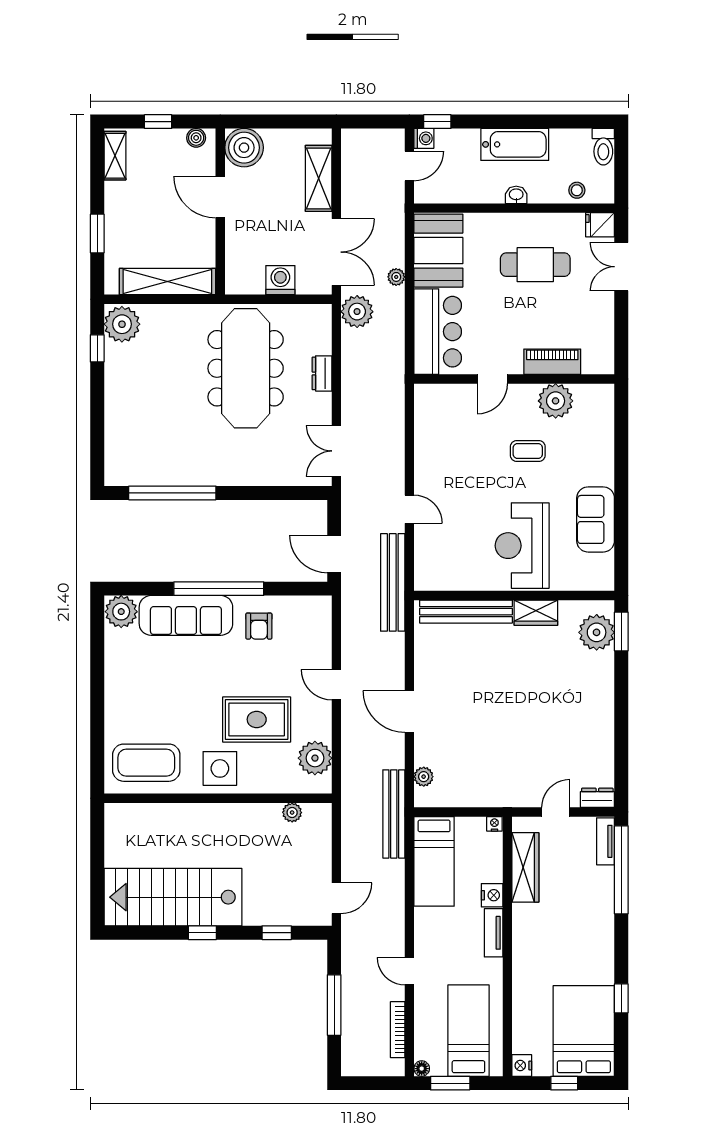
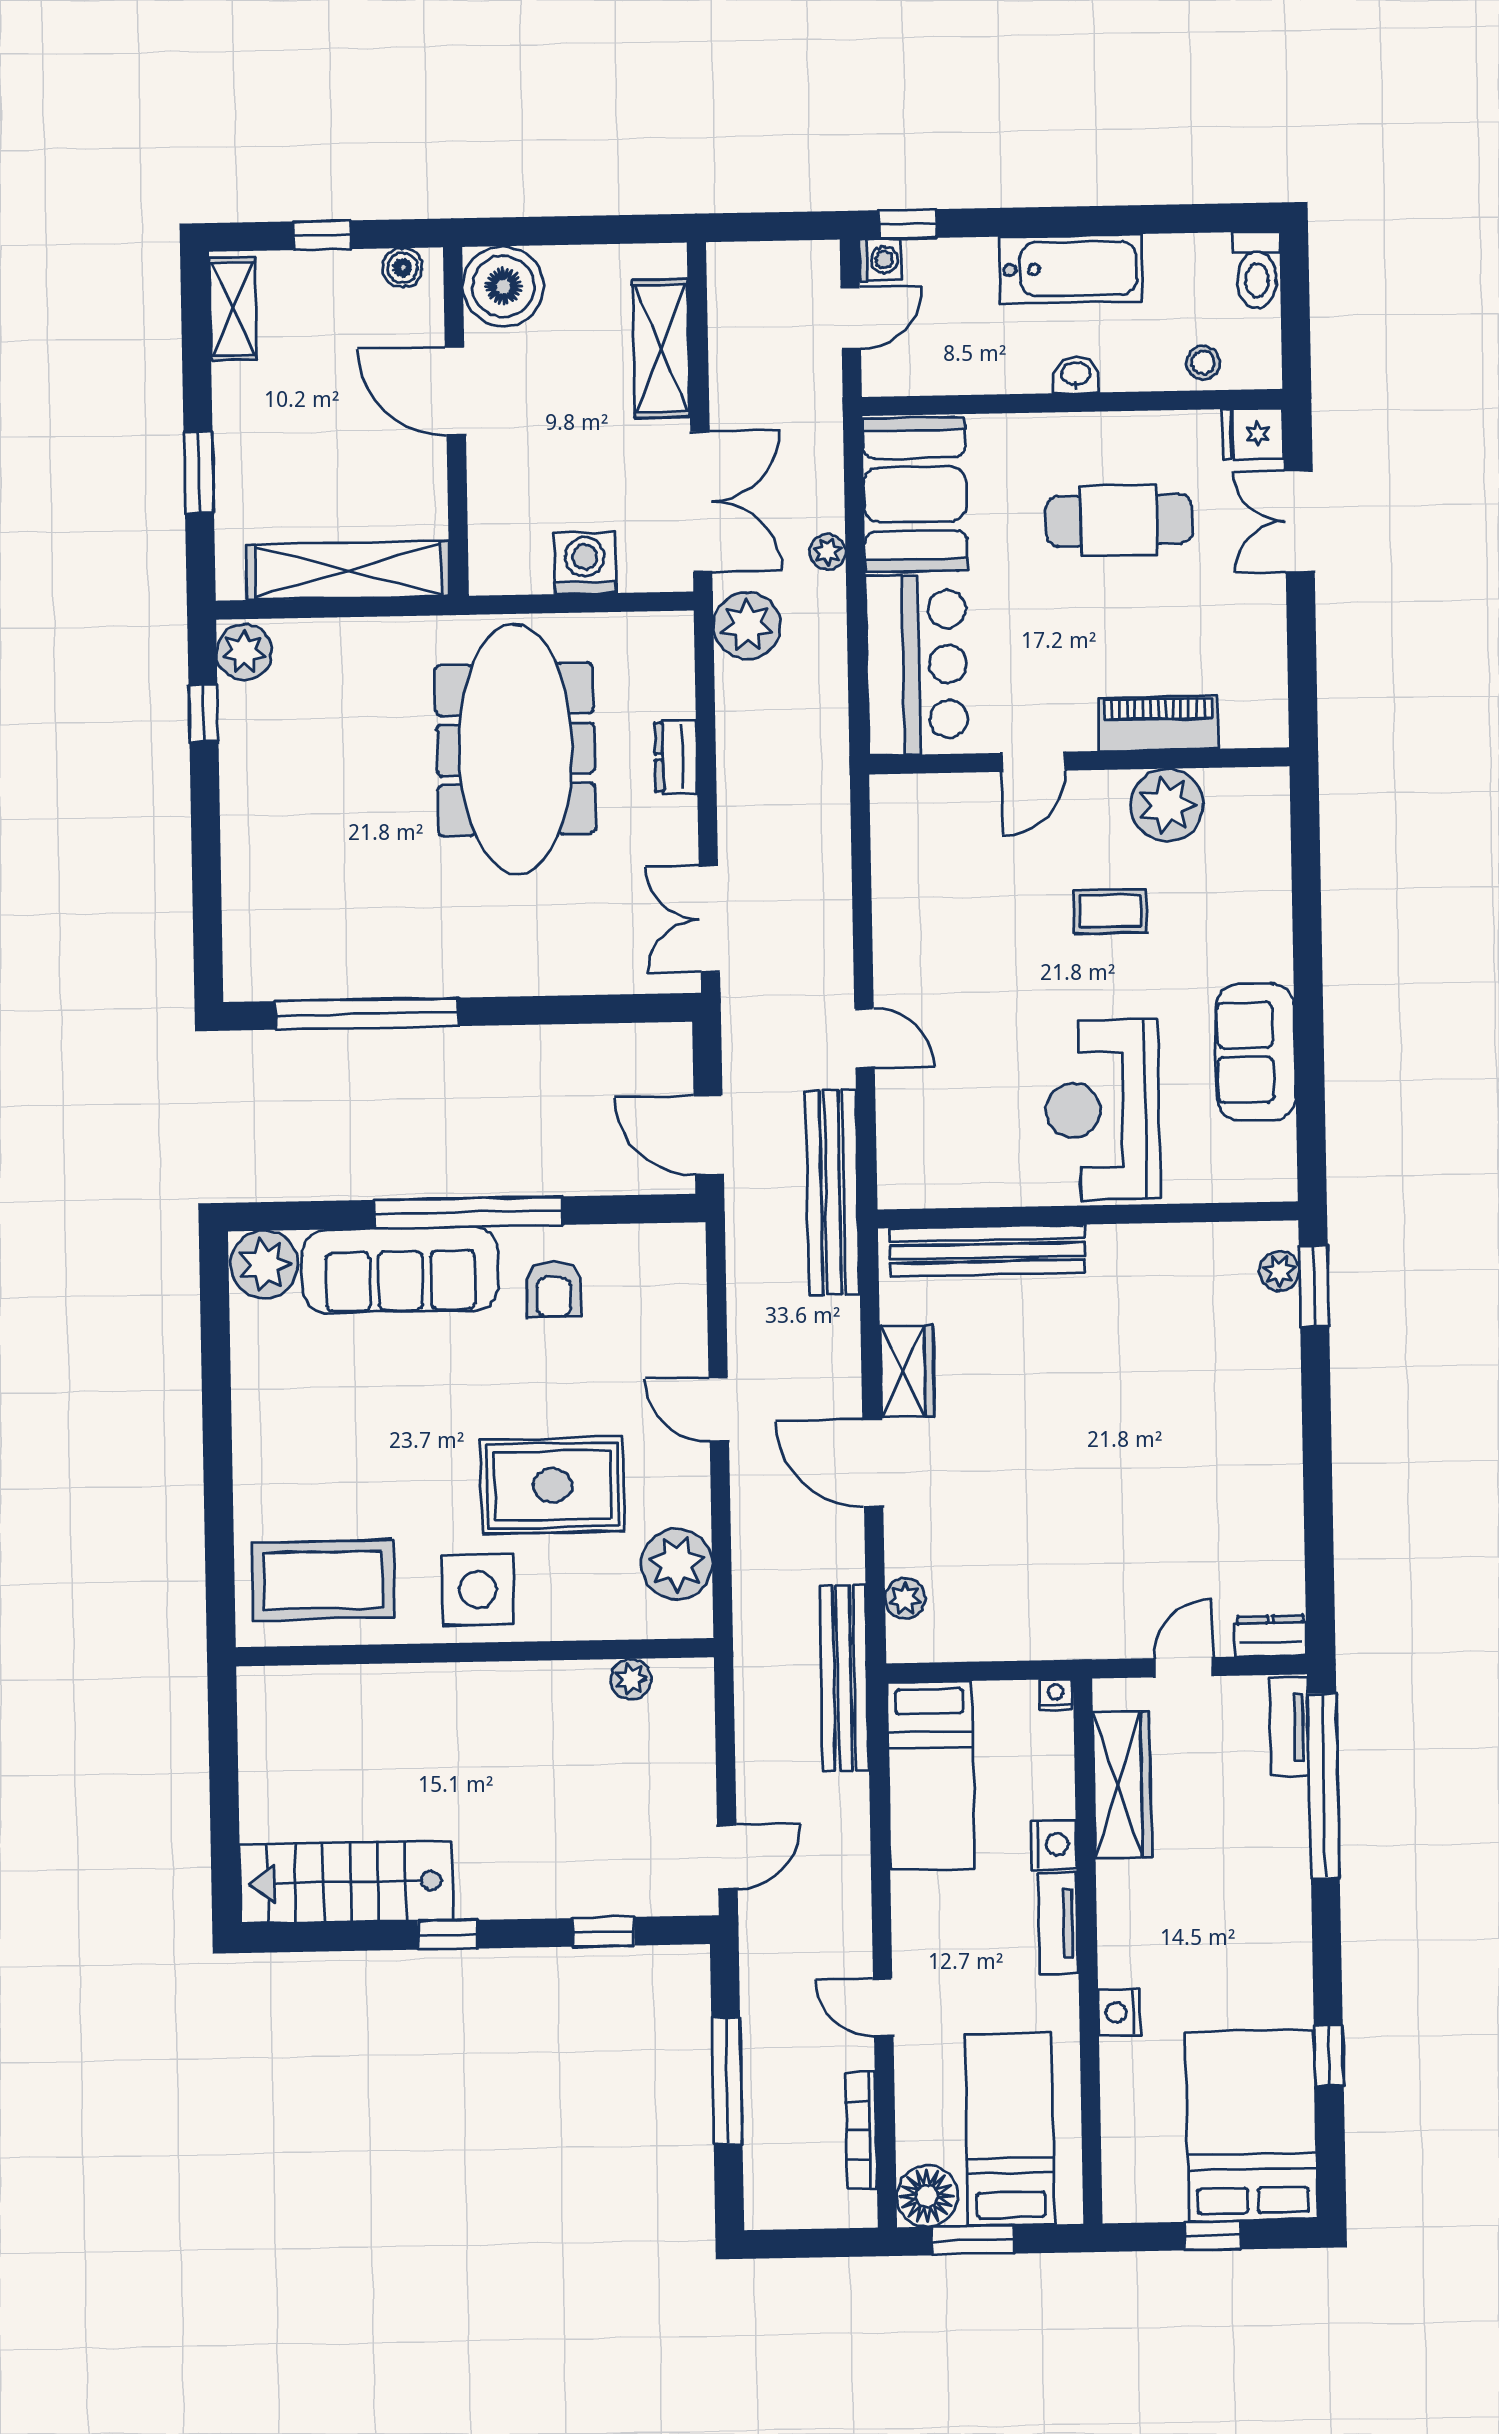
plant: (122, 324) -> (244, 652), width x0.73, depth x0.73
wardrobe: (536, 613) -> (907, 1371), moved, turned -90
plant: (597, 632) -> (1279, 1271), width x0.53, depth x0.53
stairs: (173, 897) -> (346, 1882), width x0.73, depth x0.66
nightstand: (522, 1065) -> (1119, 2012), moved
floor lamp: (422, 1069) -> (927, 2196), width x1.89, depth x1.89

